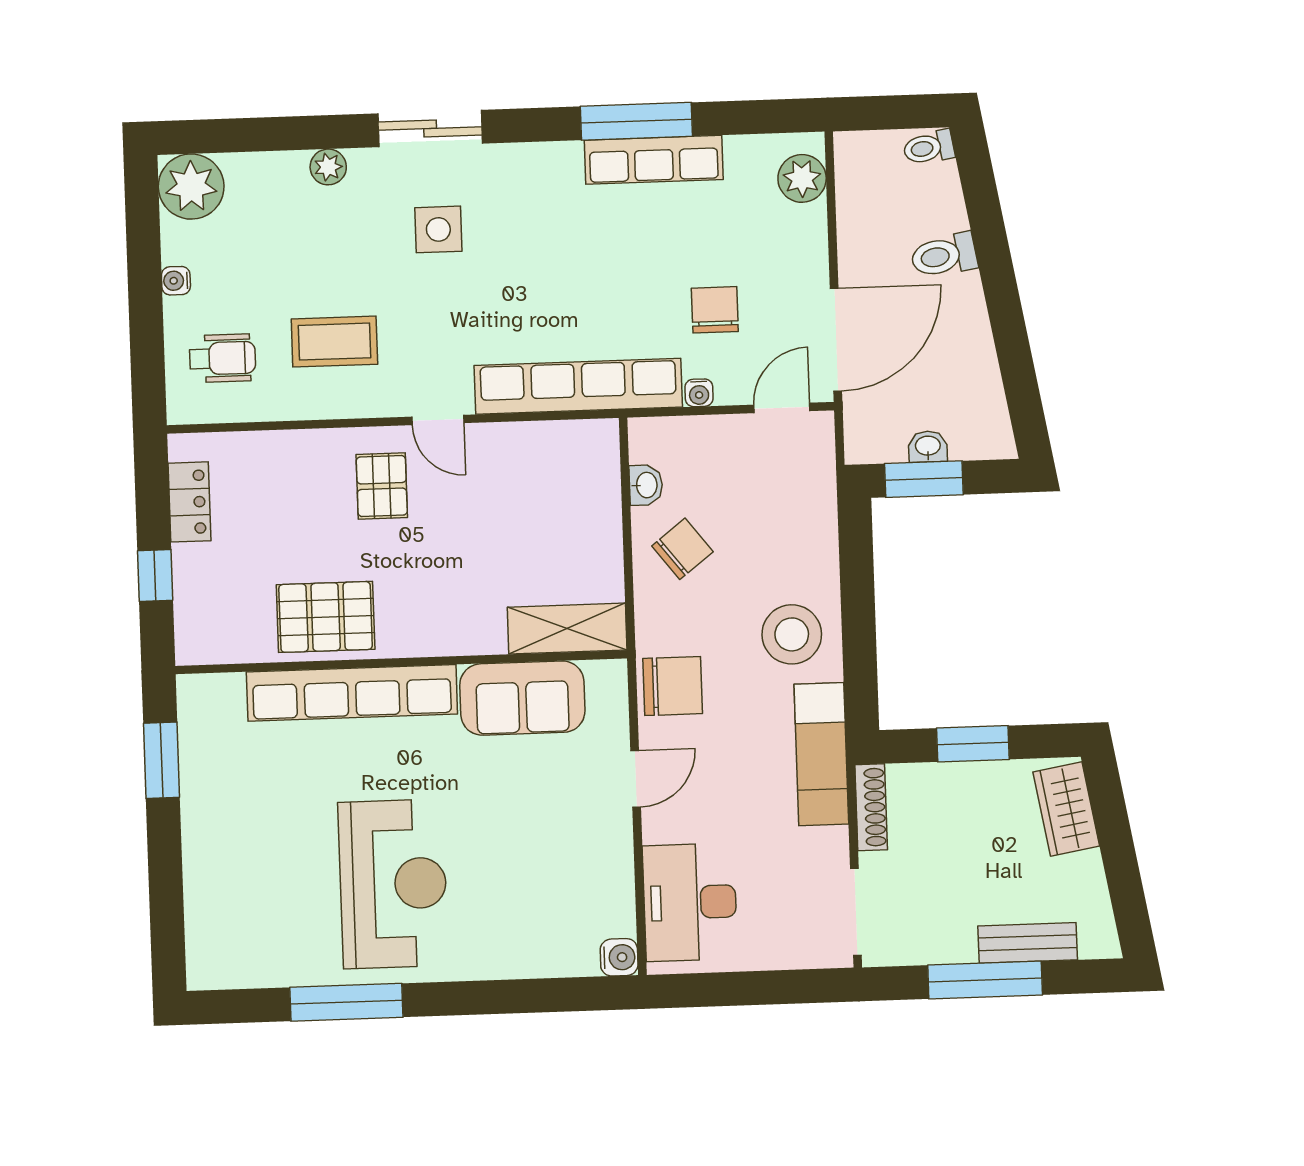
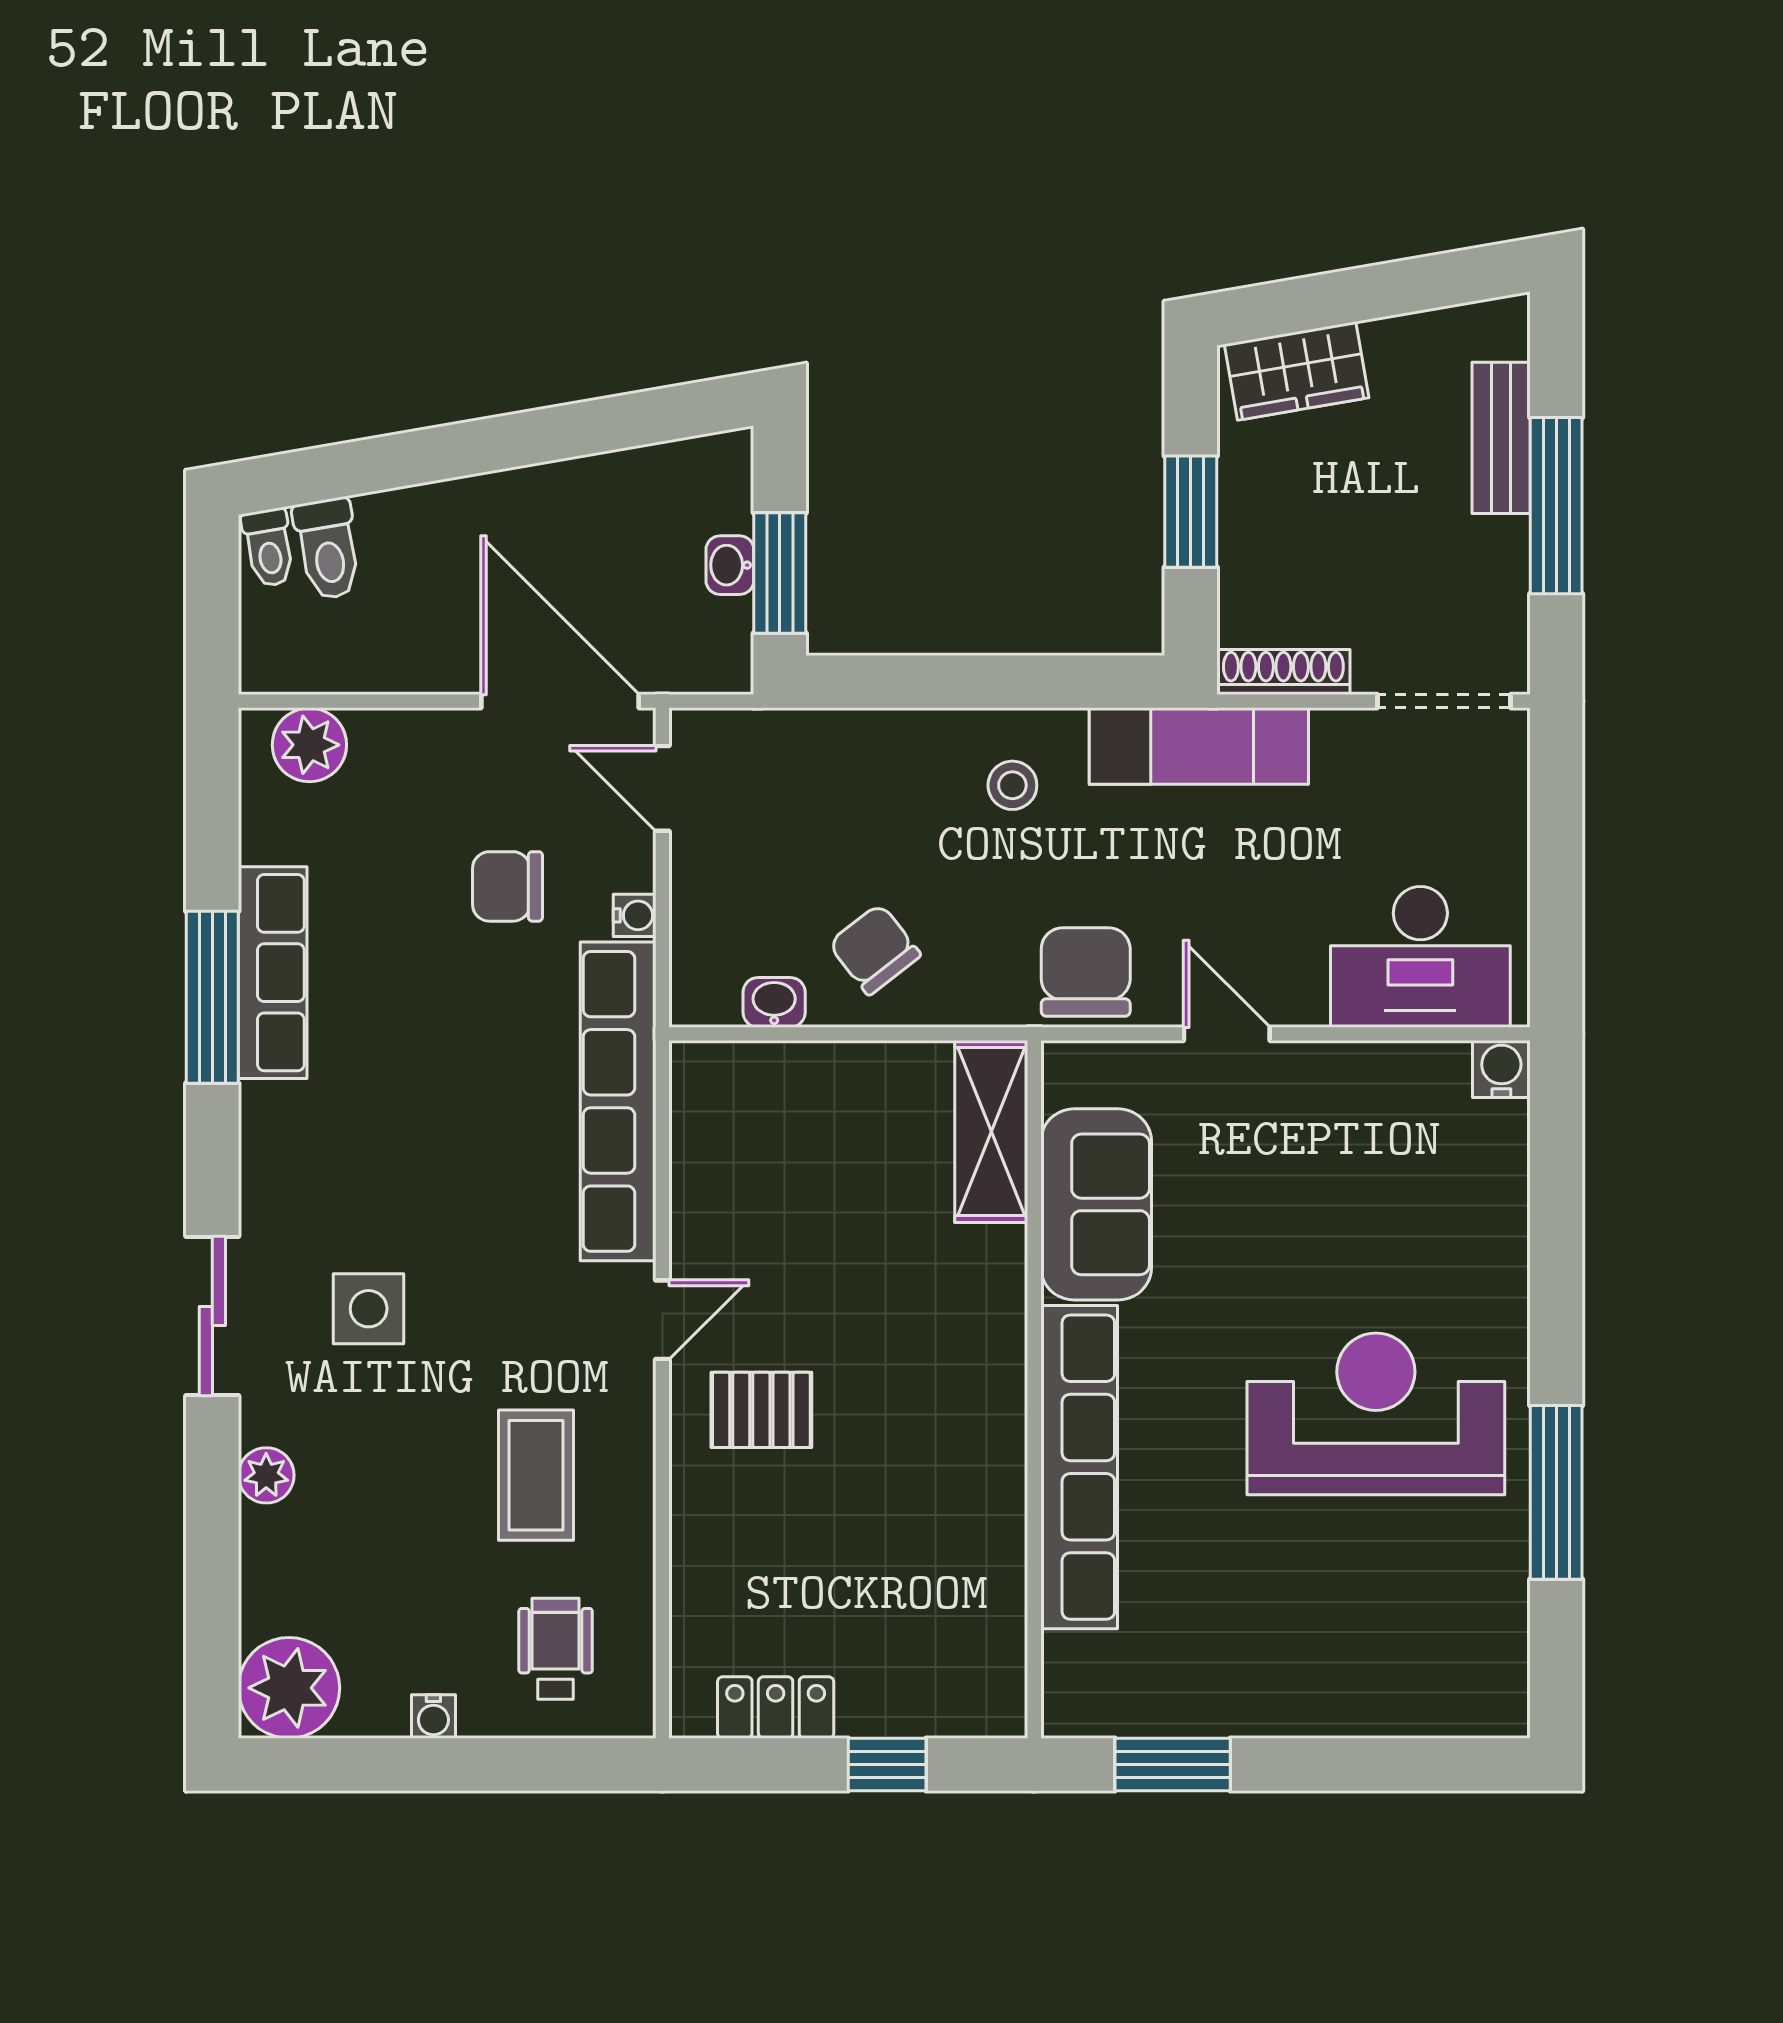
toilet: (944, 255) -> (328, 549), moved
pallet: (326, 617) -> (960, 1504), removed
stool: (792, 634) -> (1012, 785), width x0.53, depth x0.53

